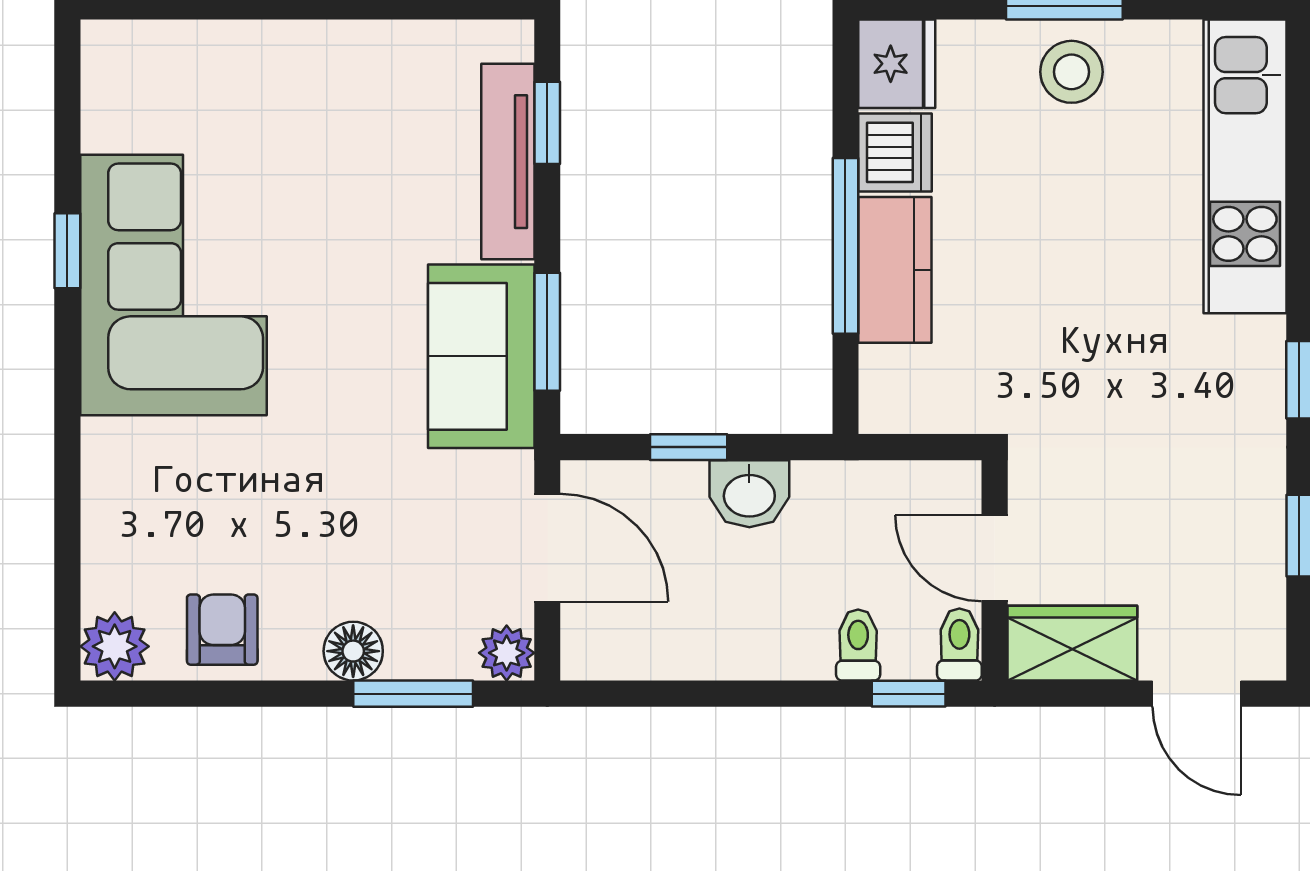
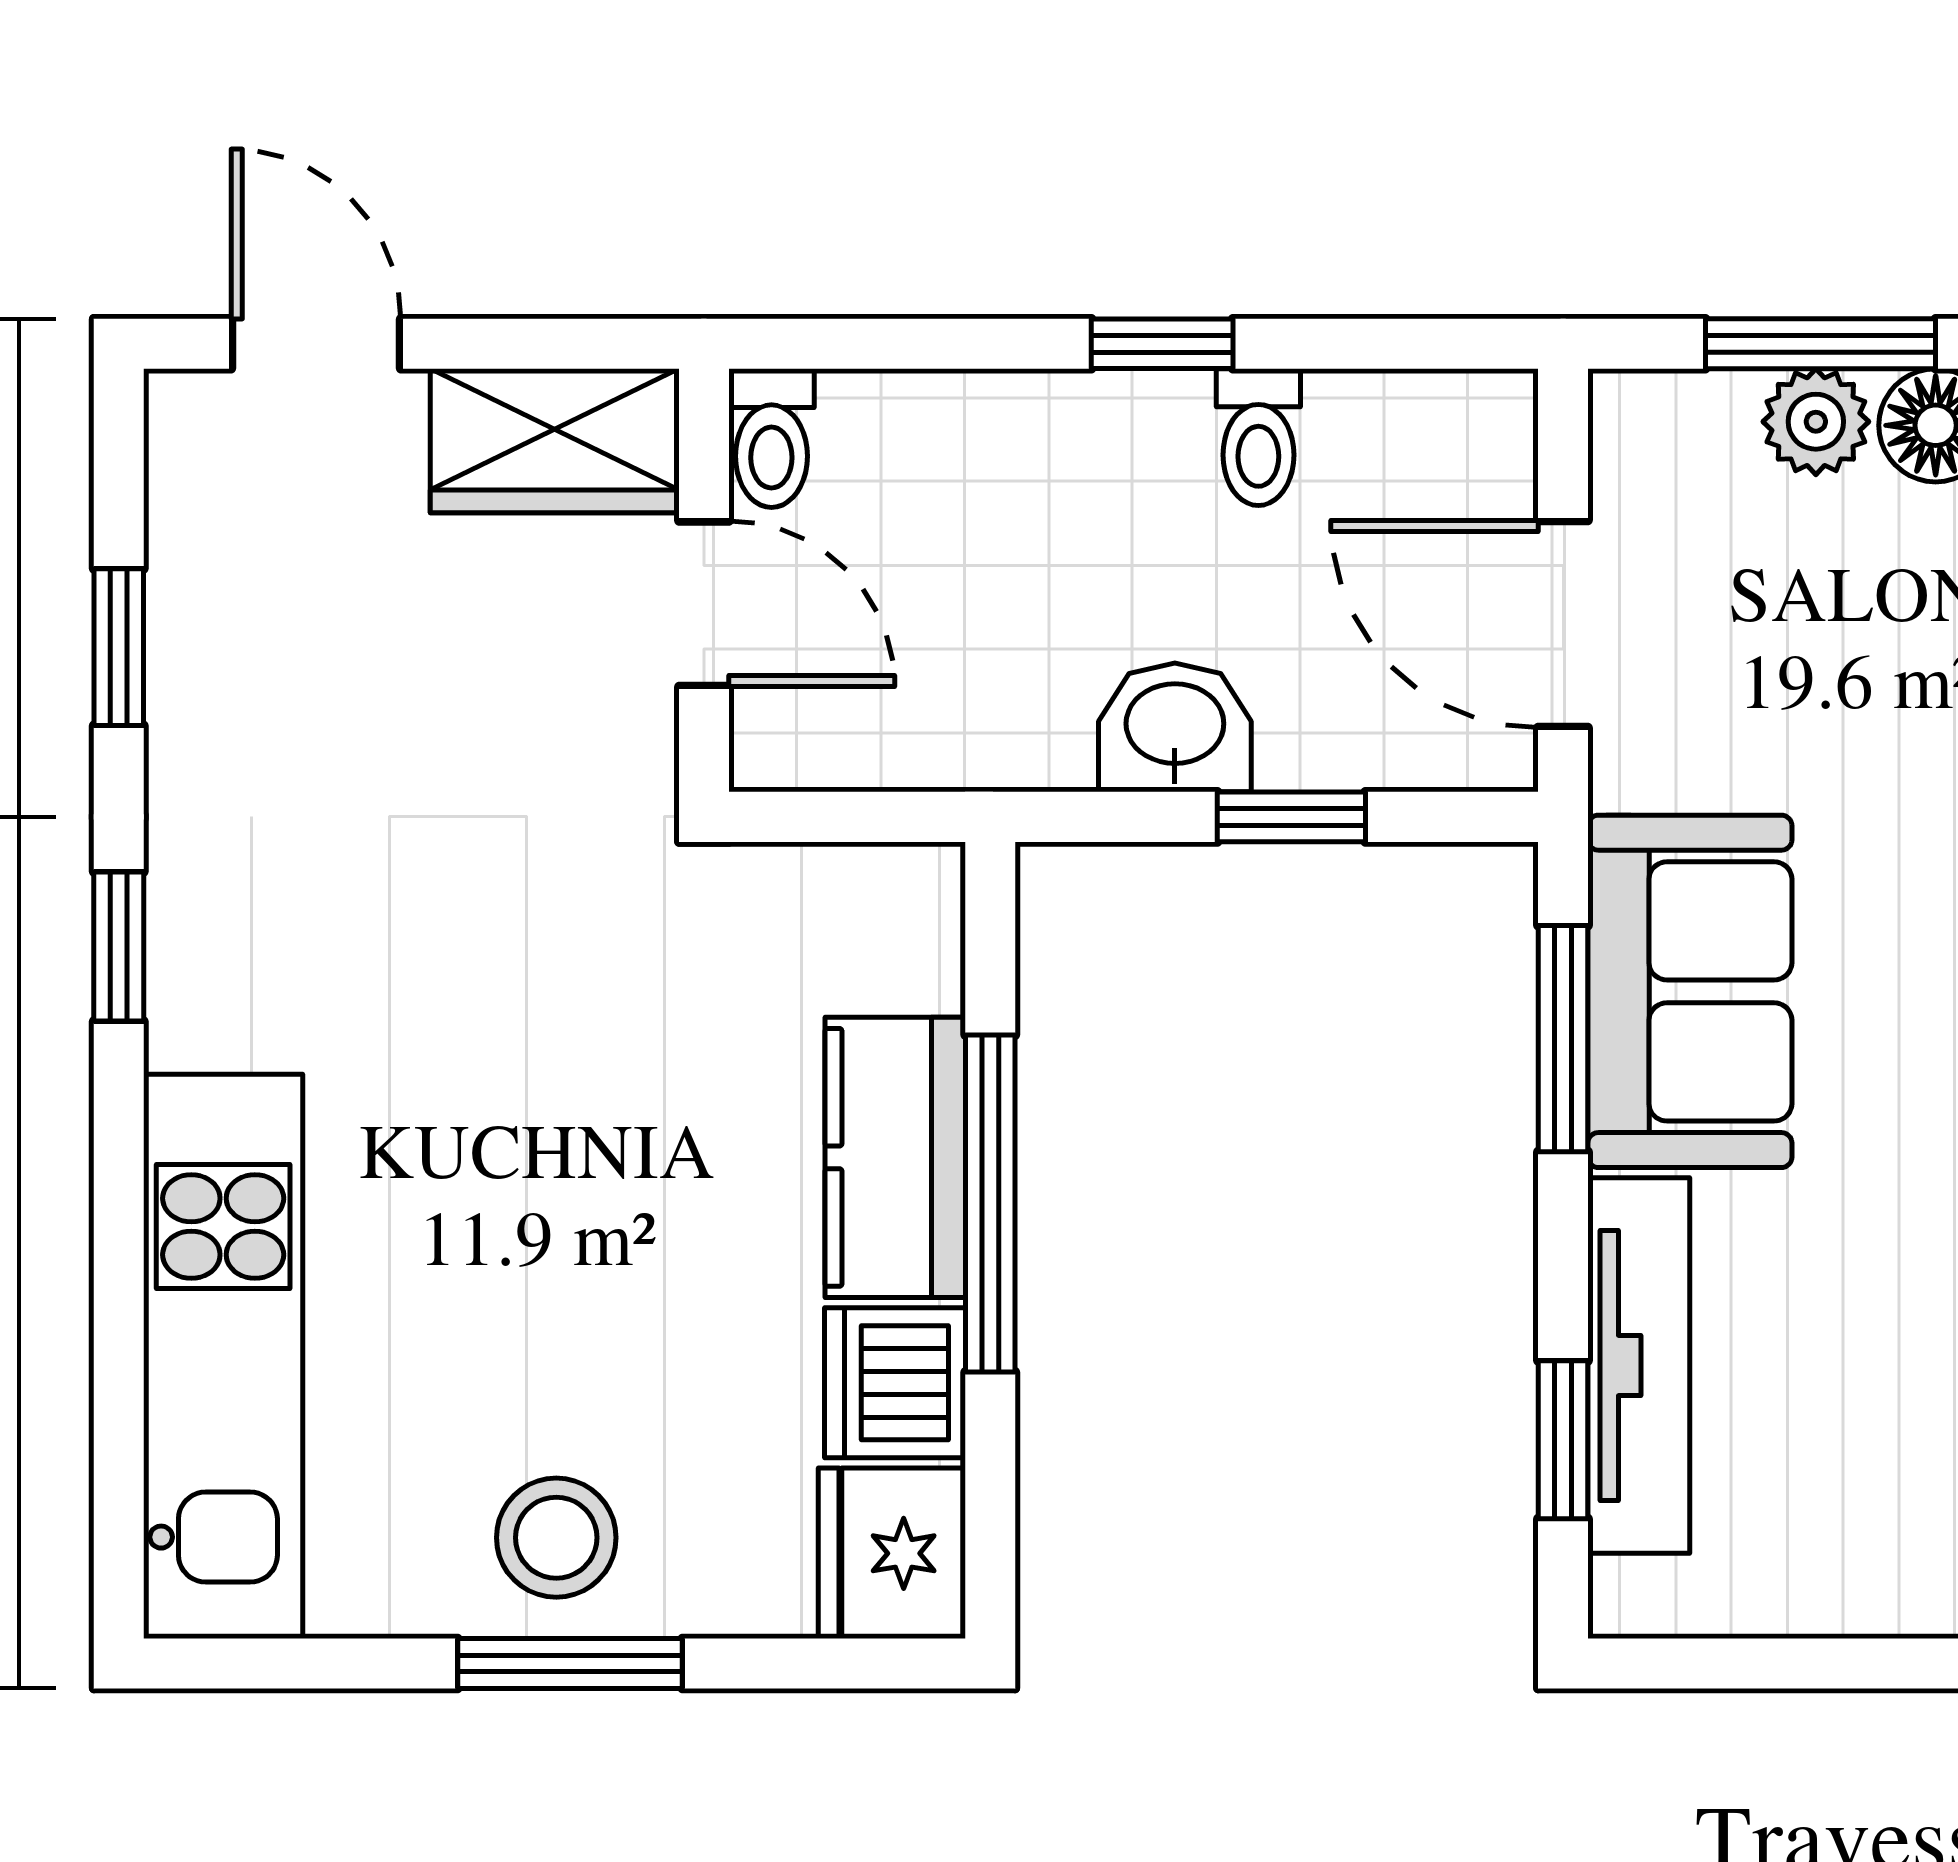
toilet: (858, 645) -> (1258, 437), moved
plant: (507, 653) -> (1816, 422), moved
window: (909, 694) -> (1162, 344), moved

